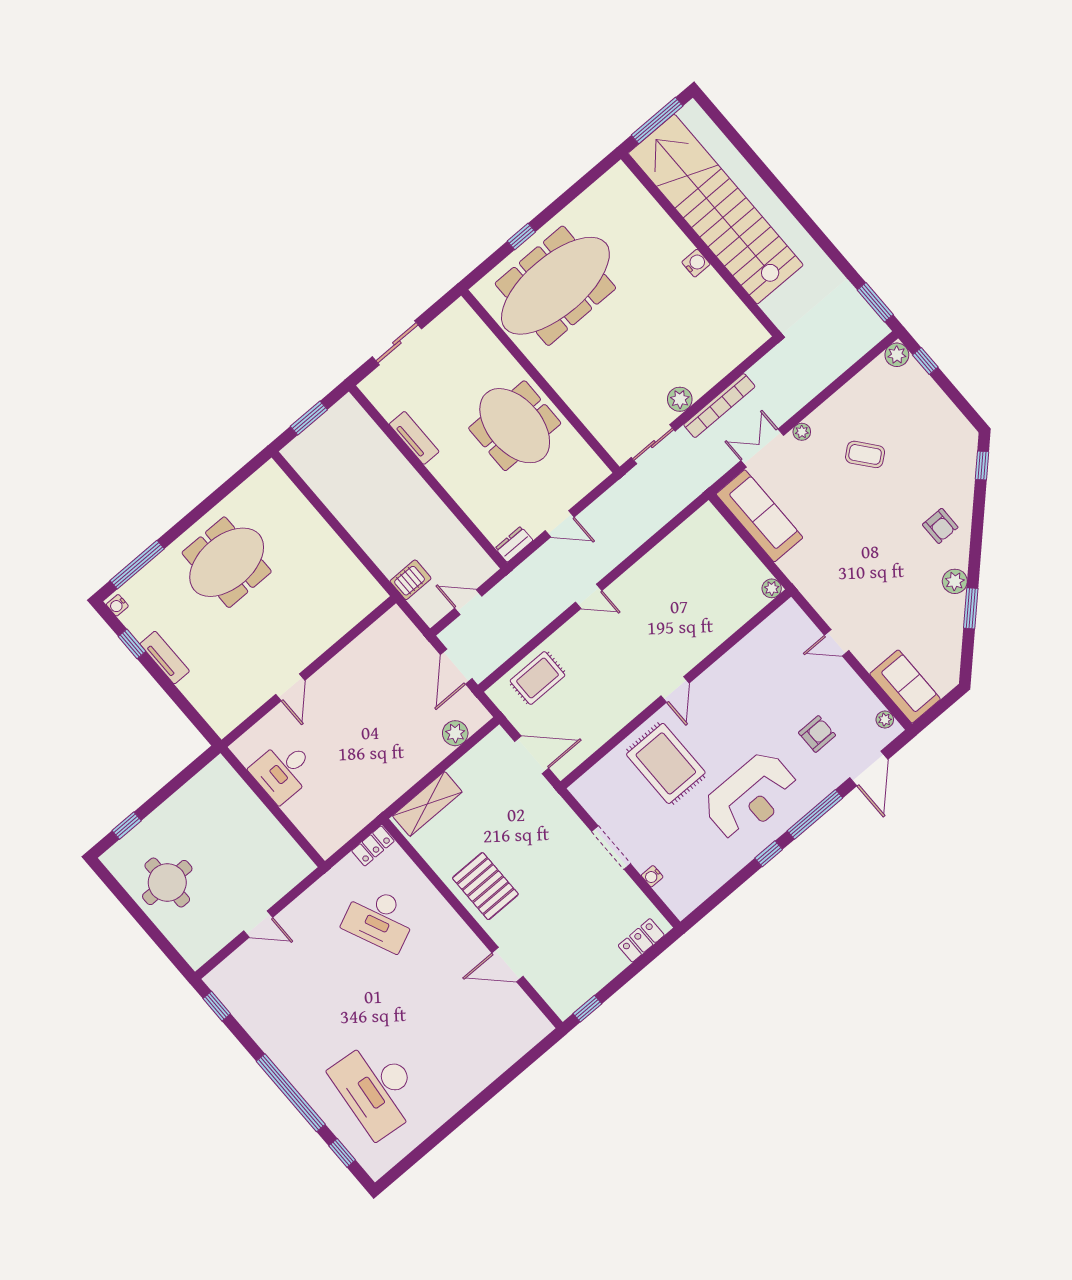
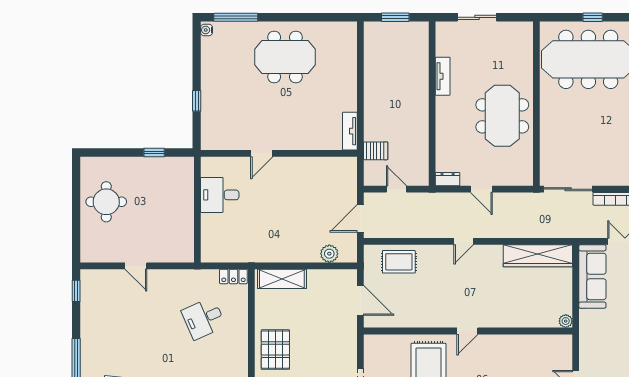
plant: (680, 399) -> (603, 177), removed
sliding door: (653, 444) -> (568, 189), width x1.37
wardrobe: (682, 544) -> (538, 256), added
door: (589, 596) -> (464, 241), hinge flipped
window: (132, 644) -> (197, 101), moved
tv unit: (165, 658) -> (350, 131), moved, turned 180
window: (127, 826) -> (154, 153), moved
desk: (379, 919) -> (204, 318), width x0.73

